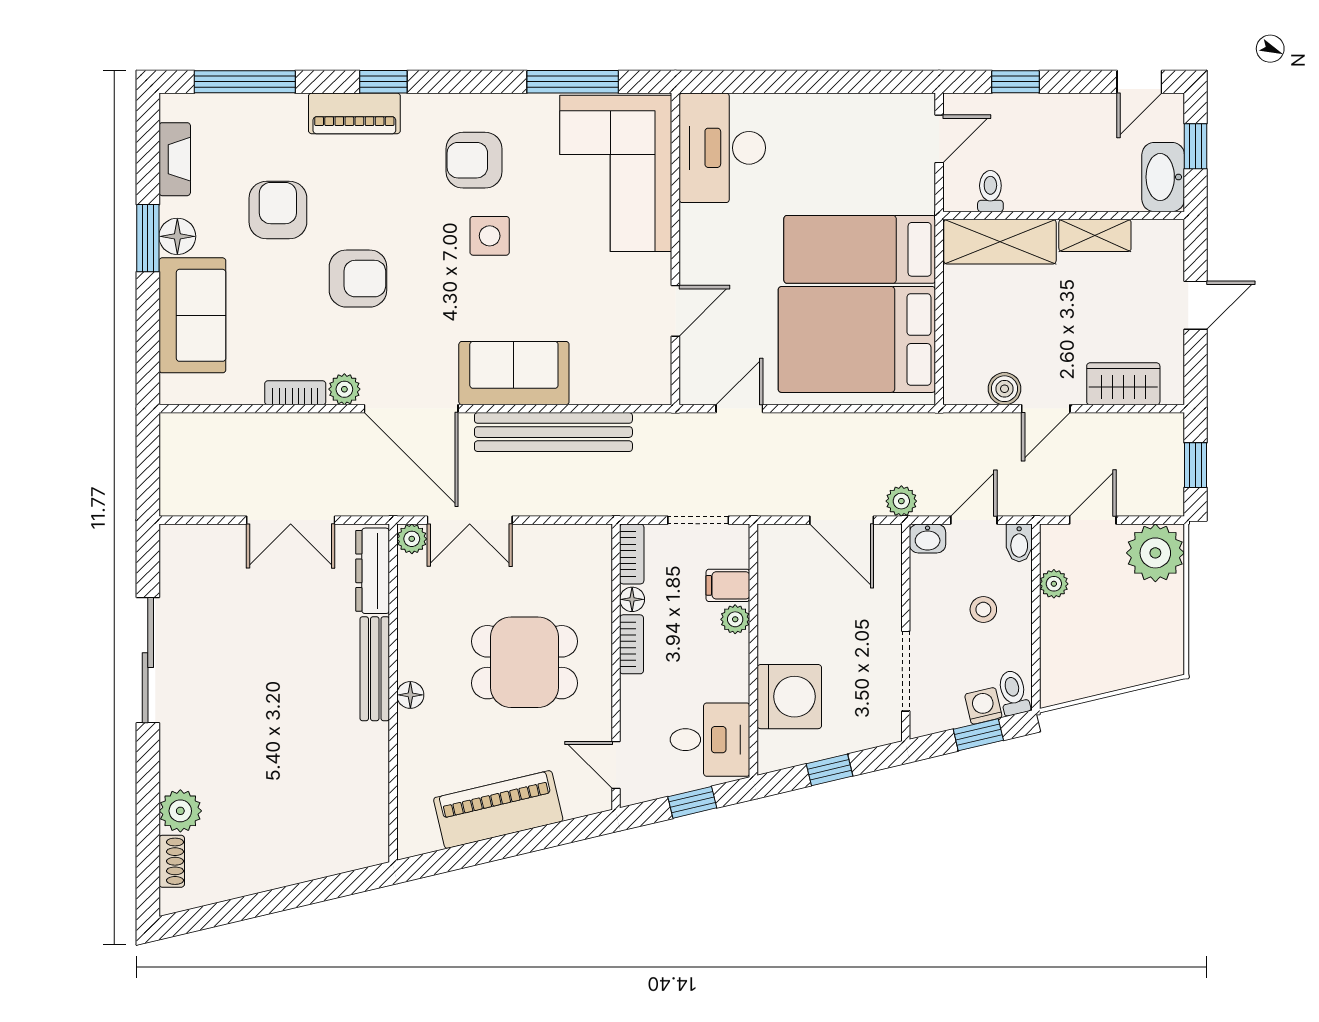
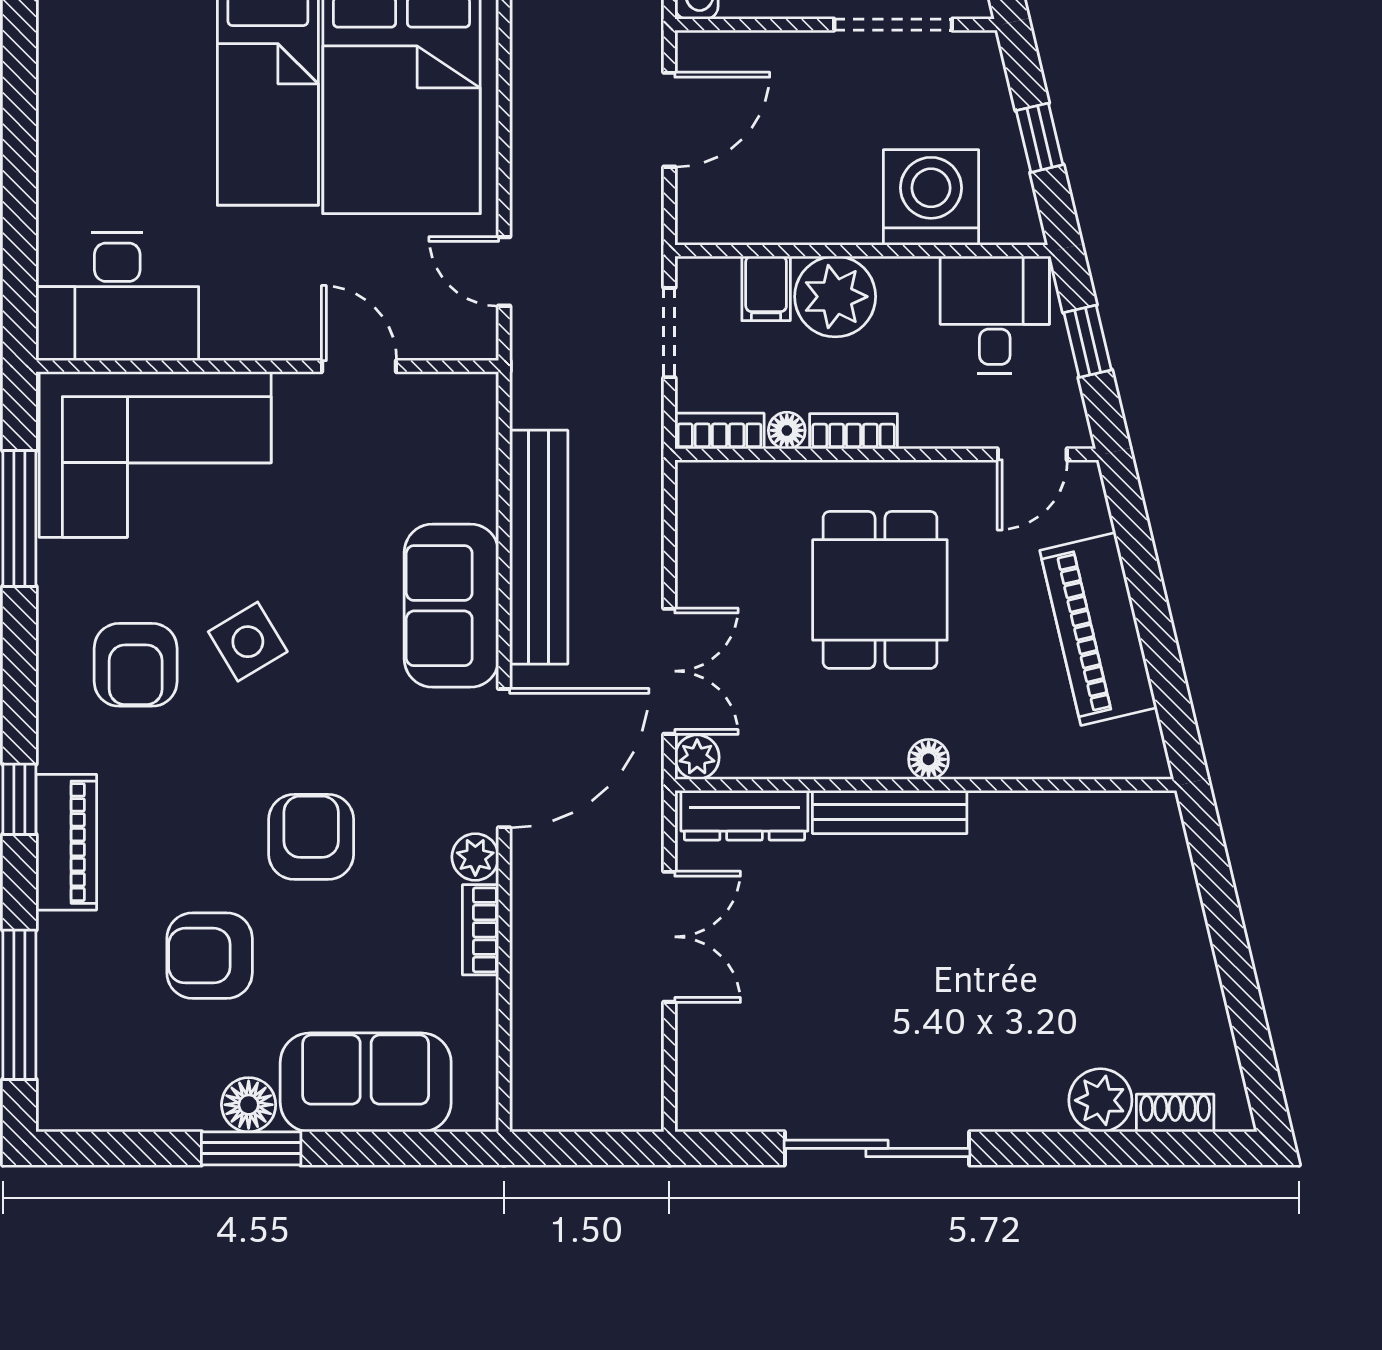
fireplace: (175, 159) -> (134, 1109), removed
side table: (490, 236) -> (248, 642), turned -31
plant: (901, 501) -> (641, 31), removed
plant: (735, 619) -> (835, 297), width x1.88, depth x1.88

